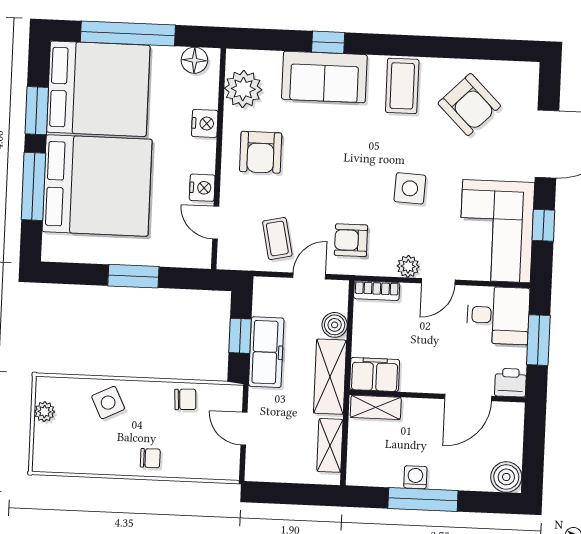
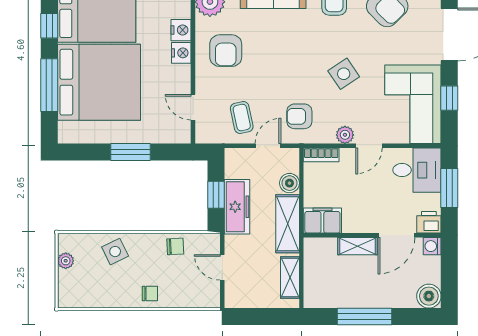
window: (37, 111) -> (49, 26), width x0.67
nightstand: (202, 188) -> (181, 53), moved
side table: (410, 188) -> (344, 74), turned -37
shelving: (376, 407) -> (357, 246), moved
washing machine: (415, 477) -> (432, 246), moved, turned -90

